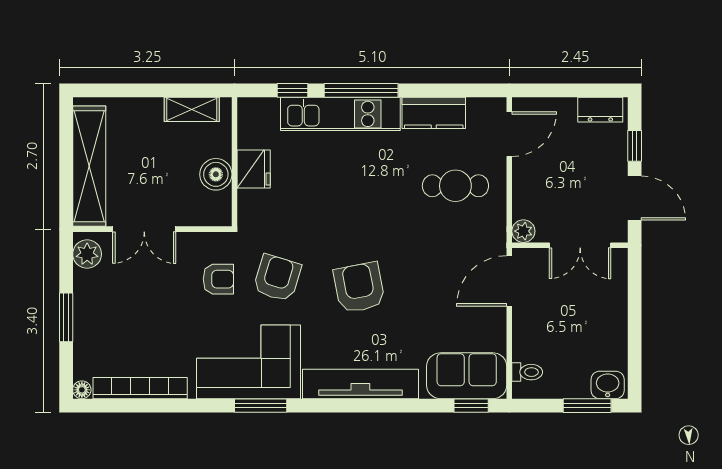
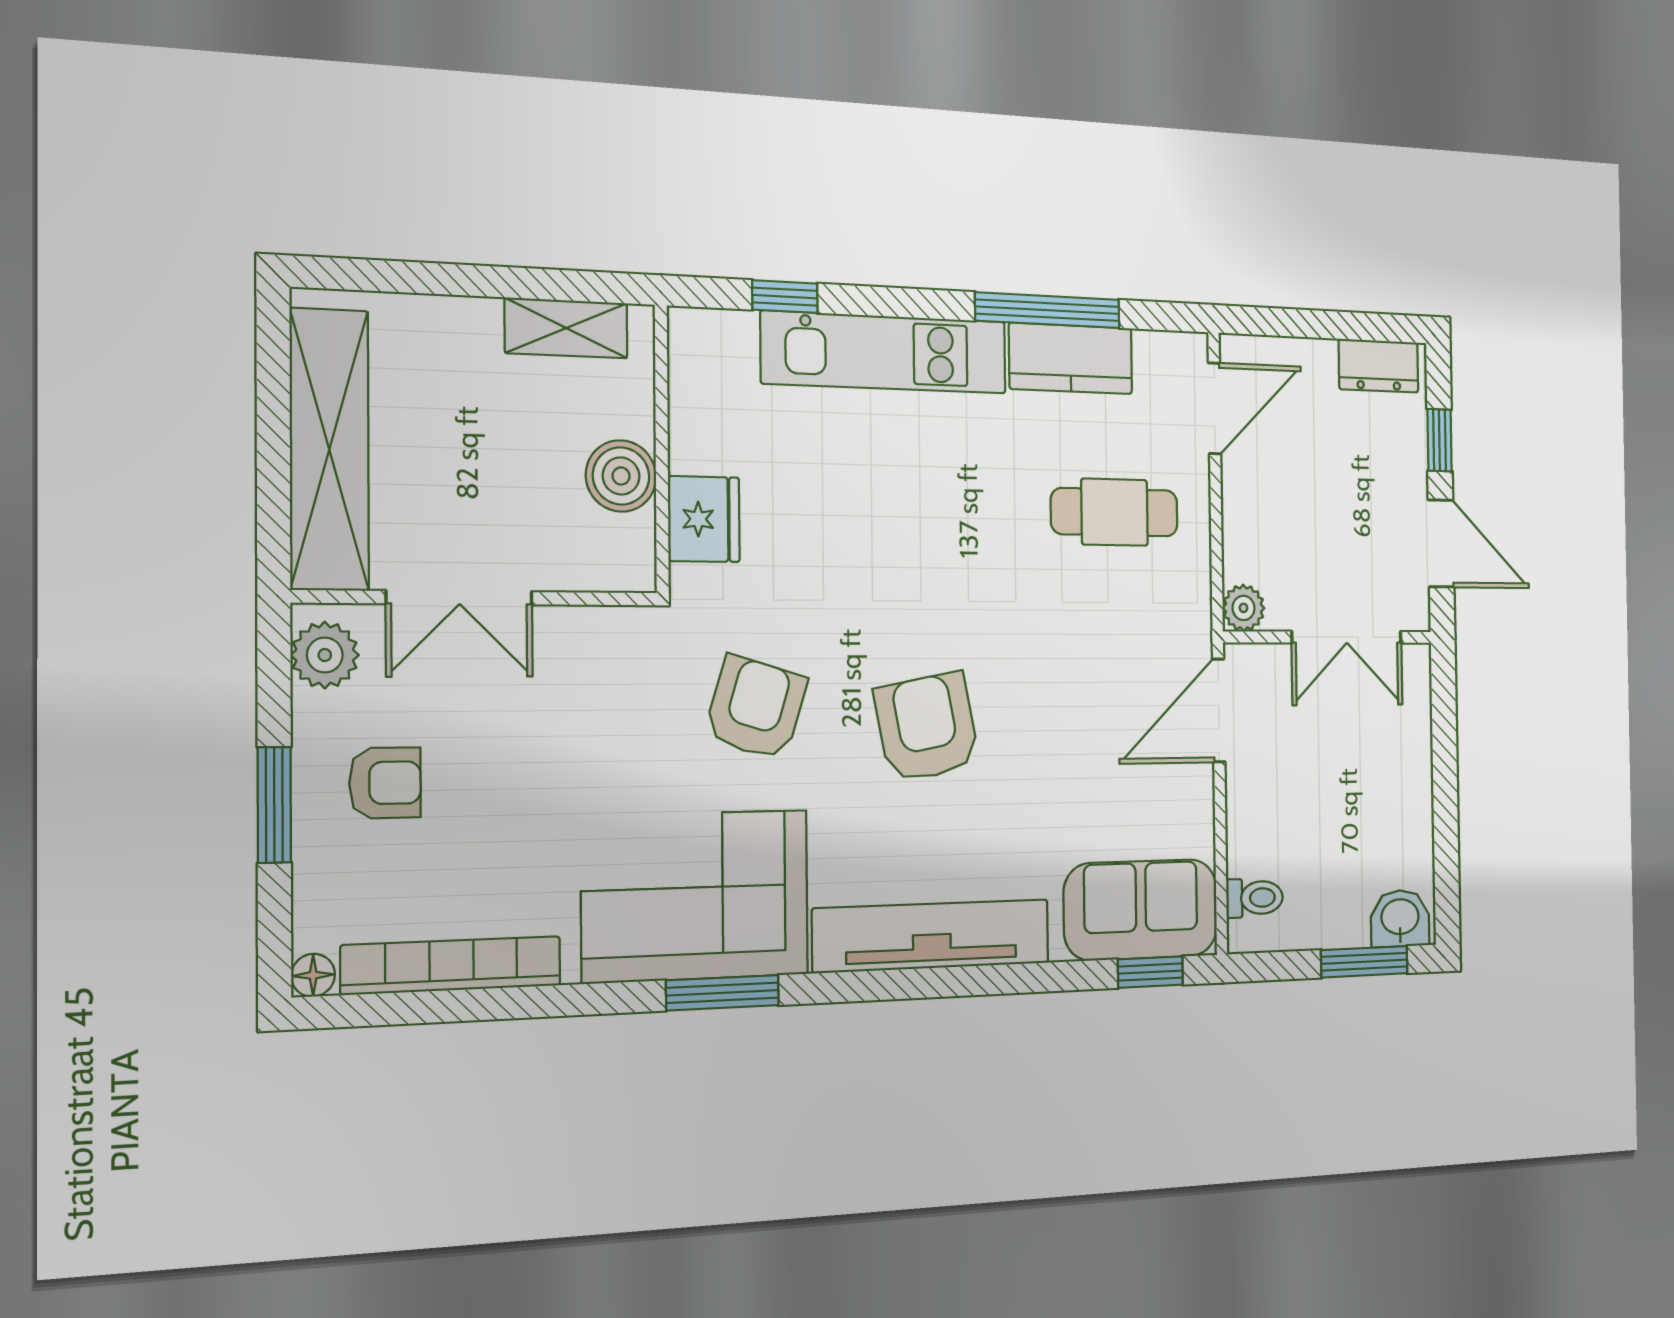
window: (361, 90) -> (1048, 310), moved
fridge: (254, 169) -> (704, 519), moved
armchair: (218, 279) -> (385, 783), moved

